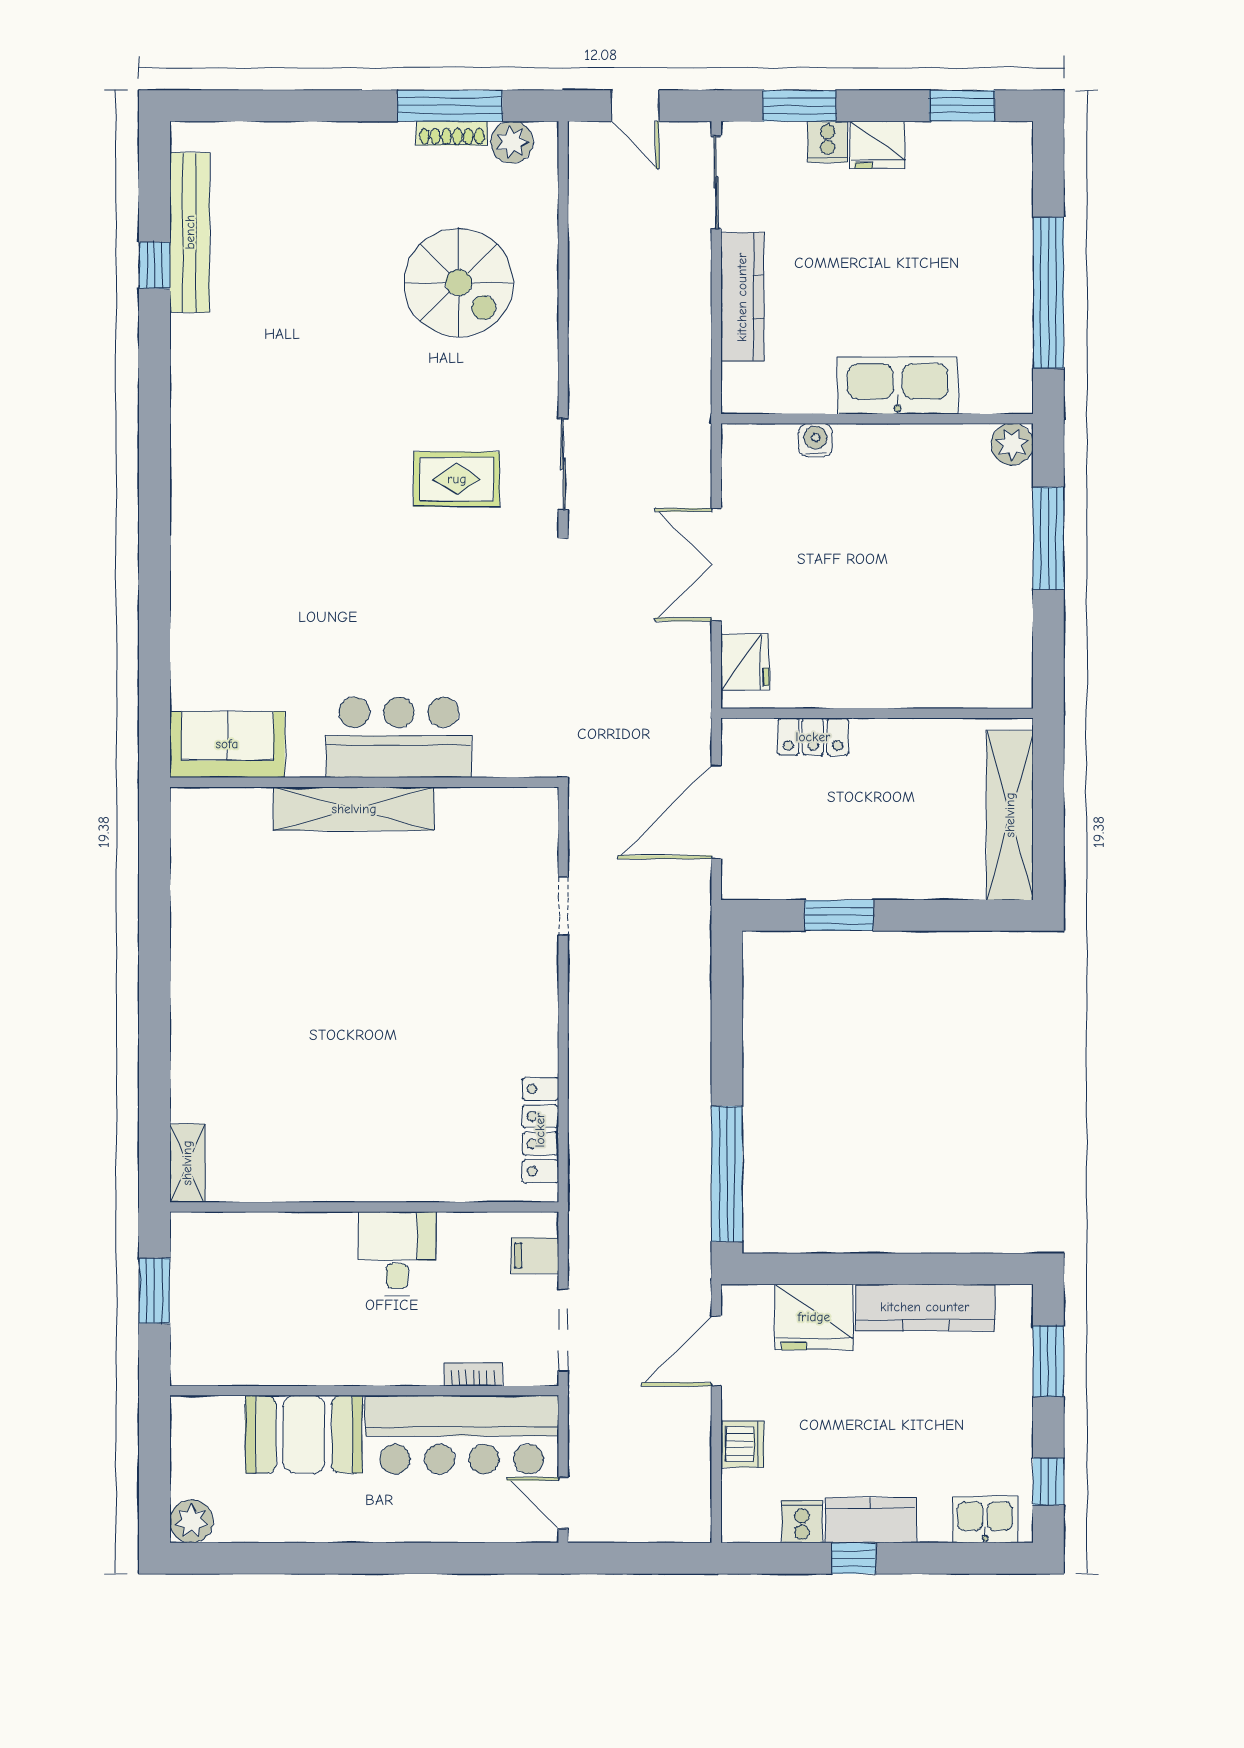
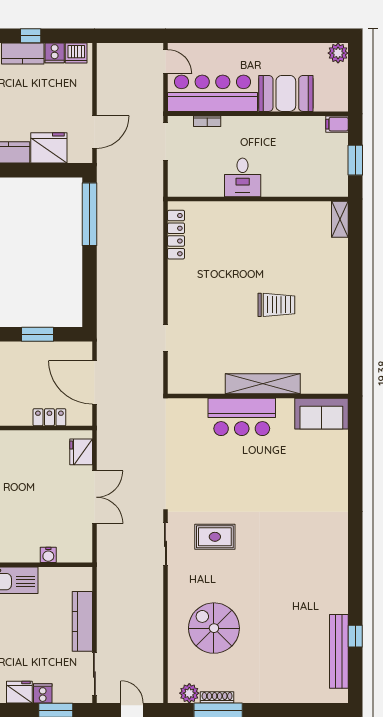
door: (716, 812) -> (94, 382), swing flipped
trolley: (324, 979) -> (276, 305), added
filing cabinet: (535, 1256) -> (337, 124), moved, turned 180
dishwasher: (742, 1444) -> (76, 53), moved, turned -90

